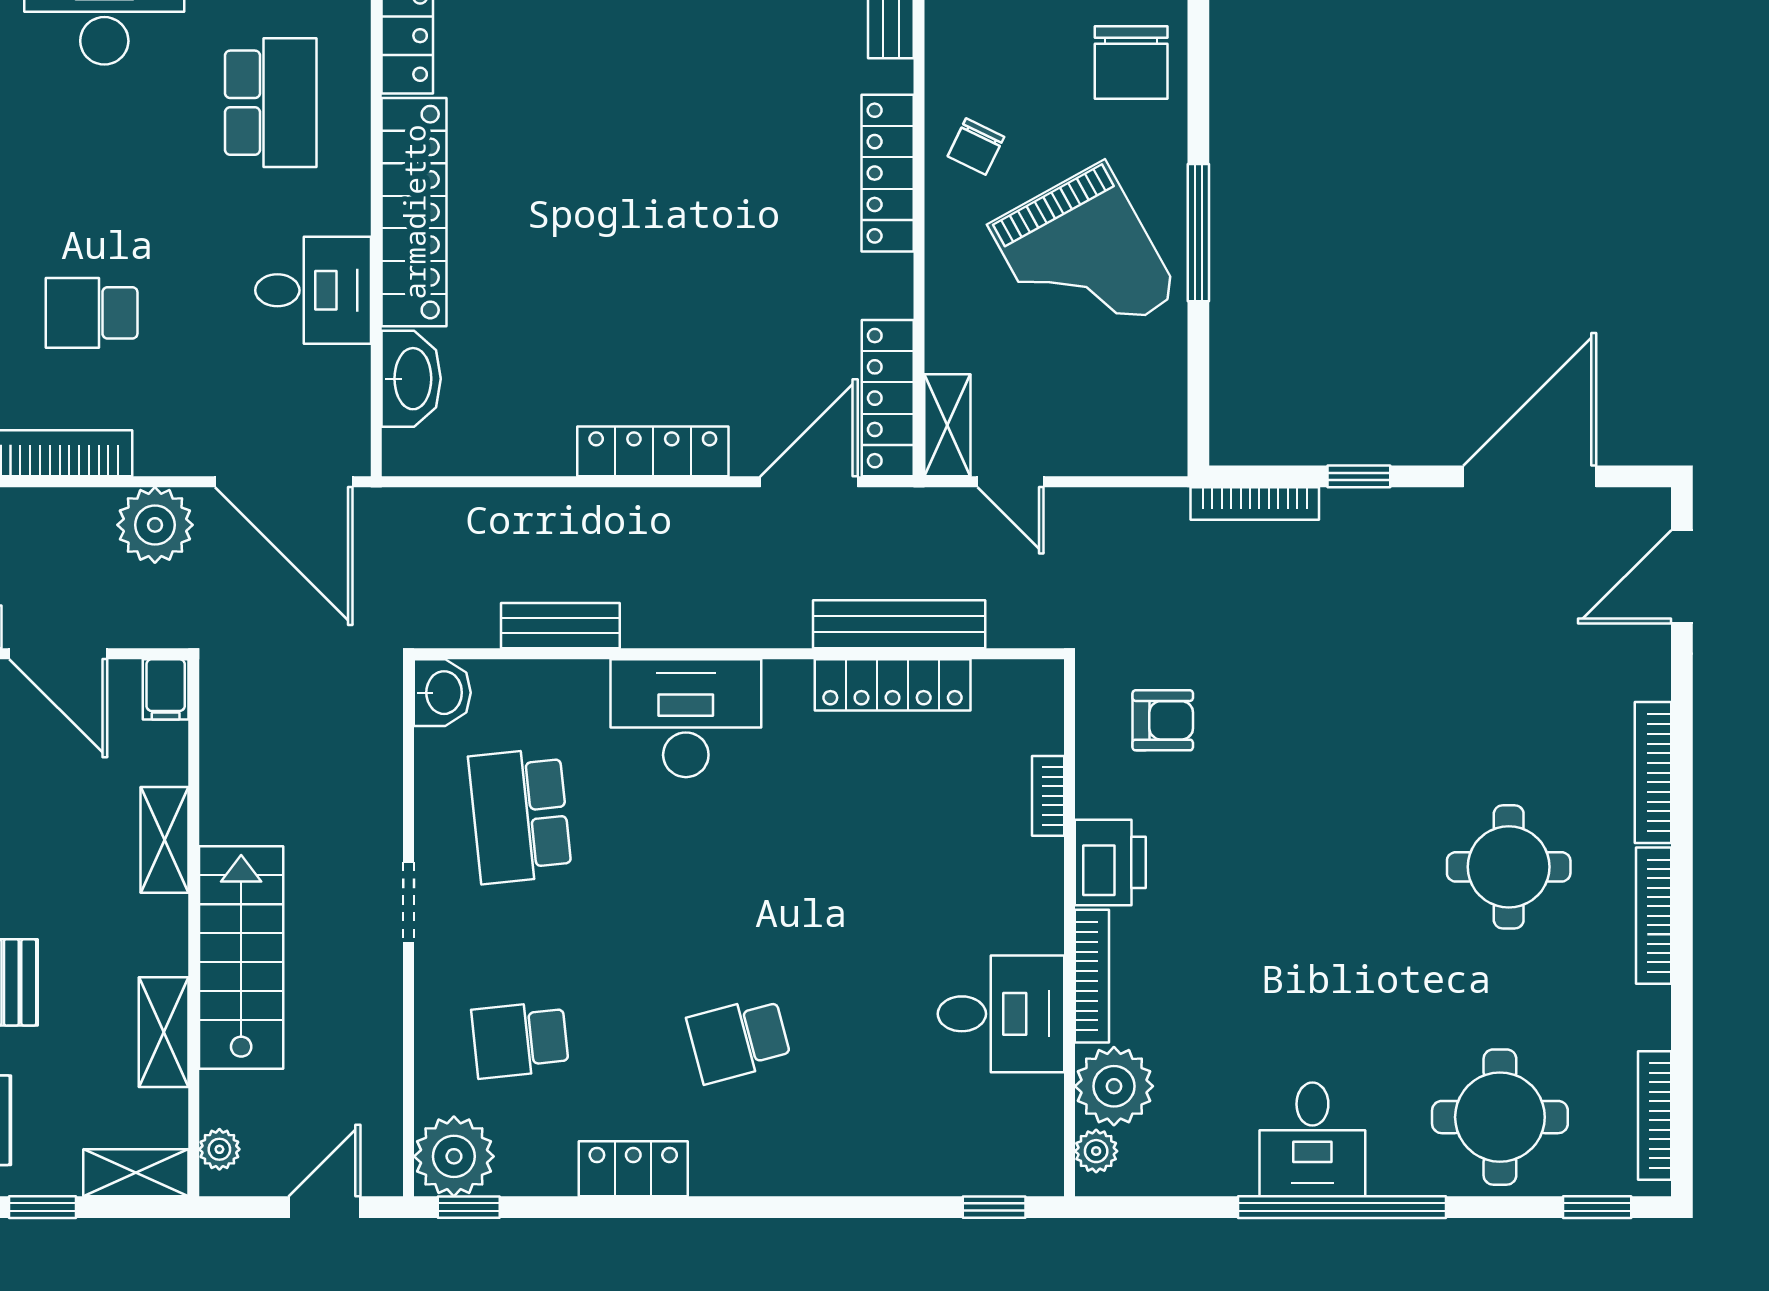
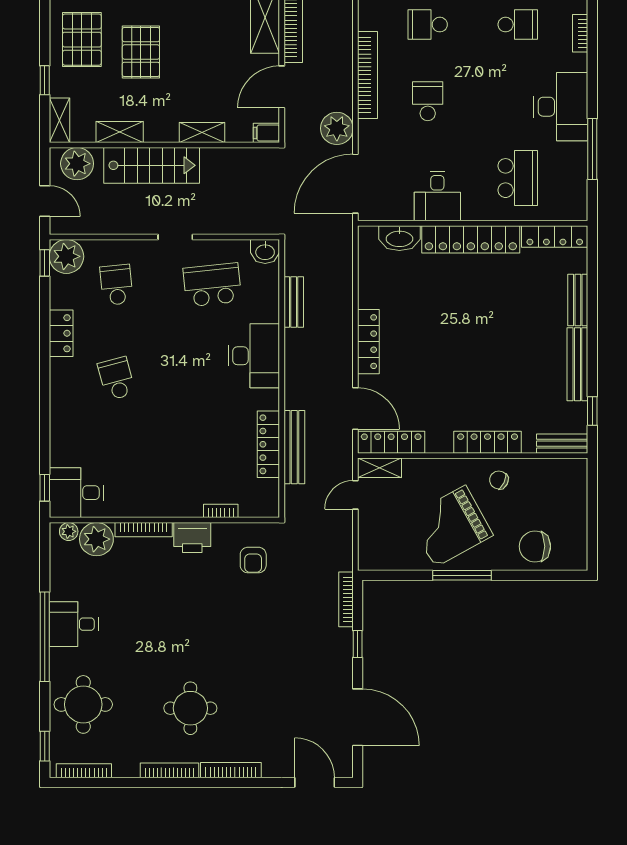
school desk: (271, 103) -> (518, 178), turned -90
desk: (1001, 1014) -> (76, 493), moved, turned 90
plant: (219, 1149) -> (77, 164), width x1.87, depth x1.87

